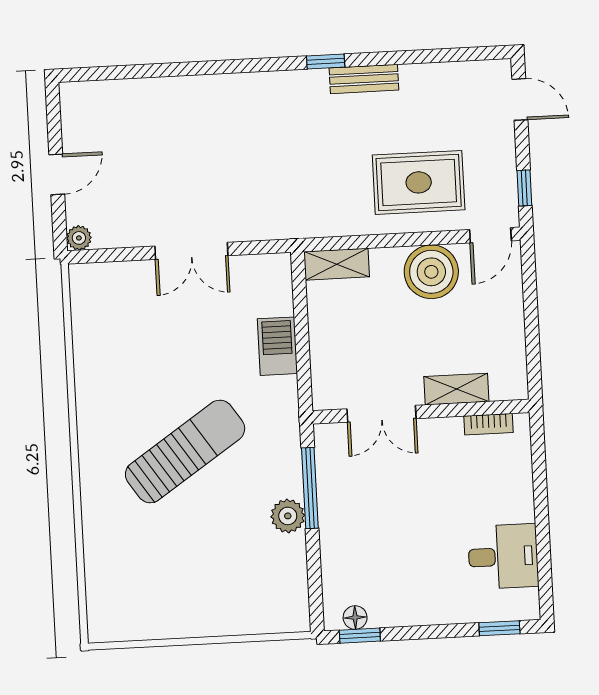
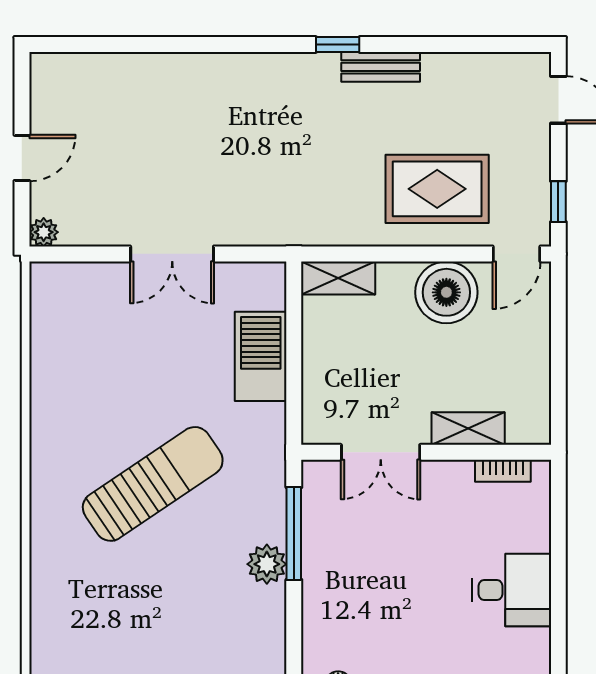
barbecue: (277, 346) -> (261, 356), width x1.37, depth x1.21
desk: (503, 557) -> (512, 590), moved

